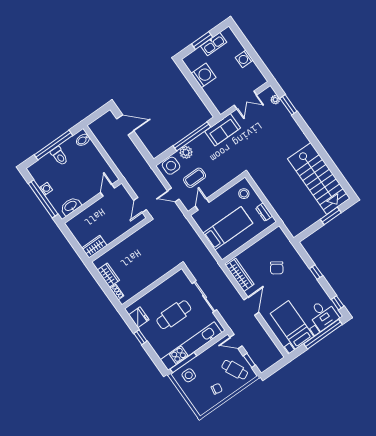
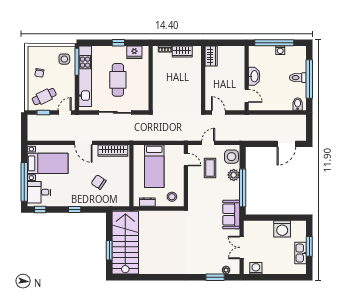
washing machine: (244, 59) -> (256, 268), moved
stairs: (319, 179) -> (125, 243), moved, turned 90
washbasin: (71, 206) -> (254, 76), moved

